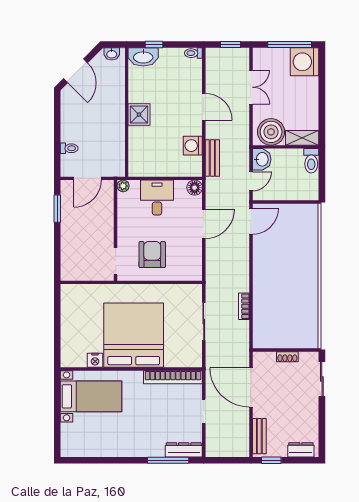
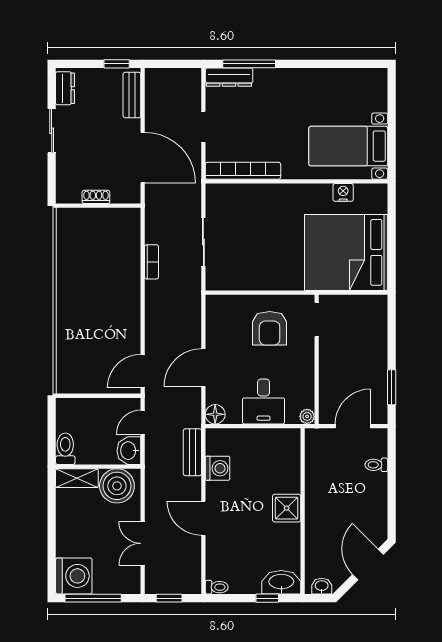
bed: (134, 335) -> (346, 252), moved, turned 90
sliding door: (322, 379) -> (52, 131), moved
dresser: (301, 450) -> (65, 88), moved, turned -90

